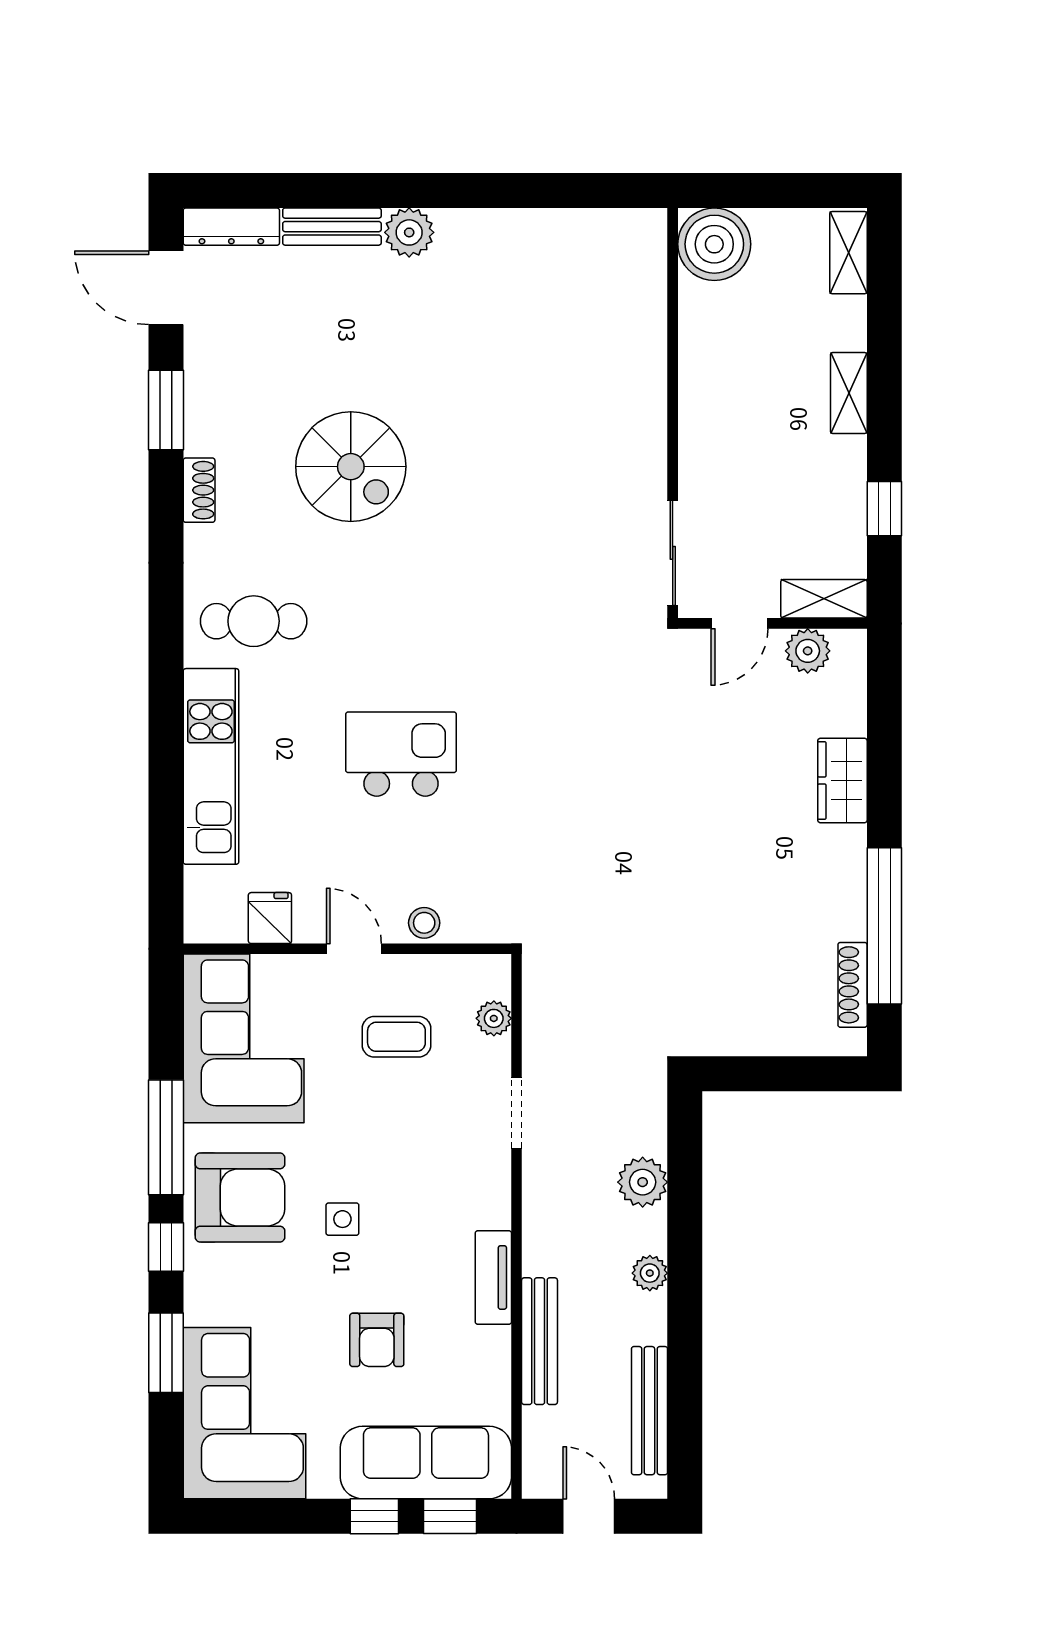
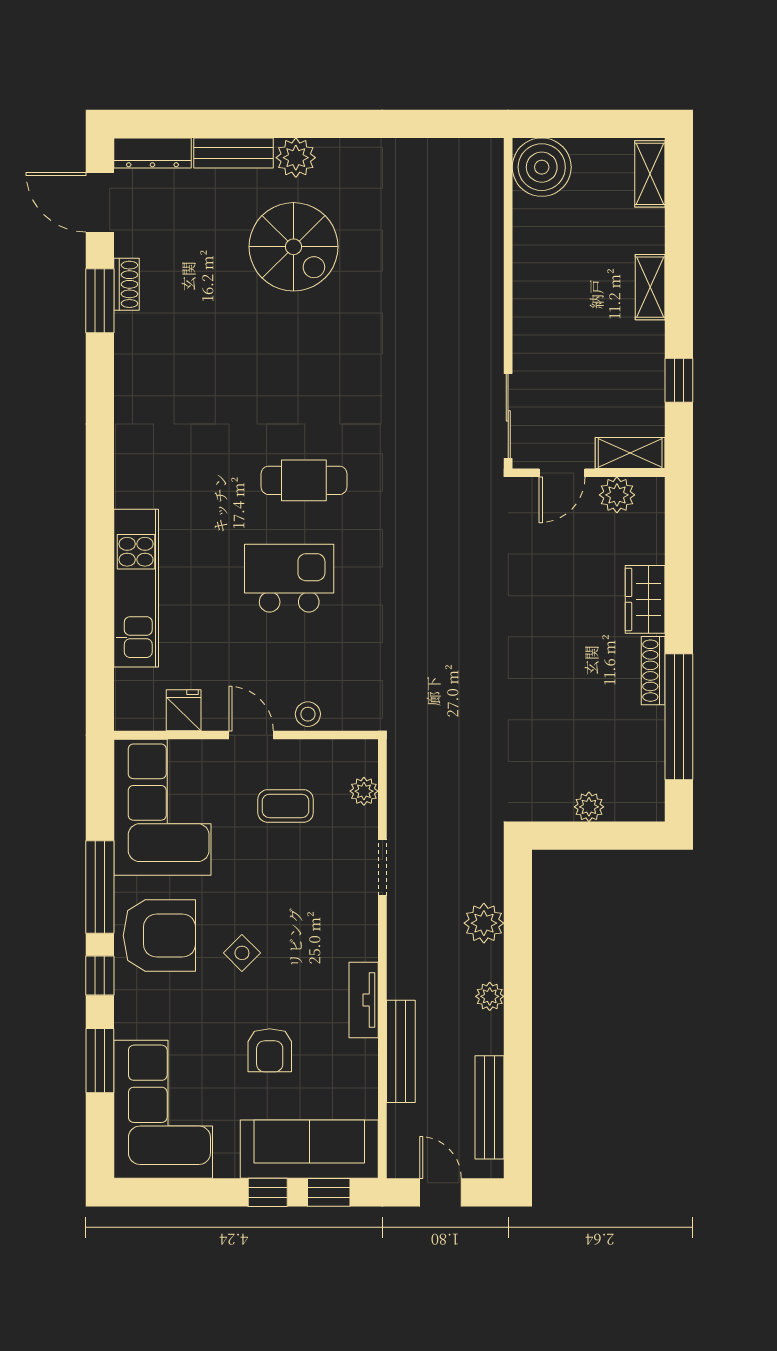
spiral stairs: (351, 467) -> (294, 247), moved
shoe rack: (199, 490) -> (126, 284), moved
cafe table: (254, 621) -> (304, 480), moved
shoe rack: (853, 985) -> (653, 671), moved
plant: (773, 1038) -> (589, 807), added
side table: (342, 1219) -> (242, 953), turned 45

